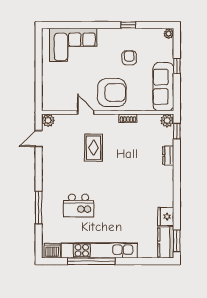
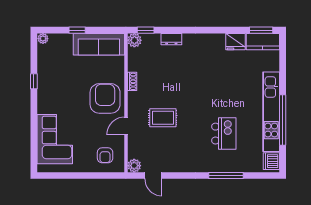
armchair: (129, 58) -> (105, 155), moved, turned -90

